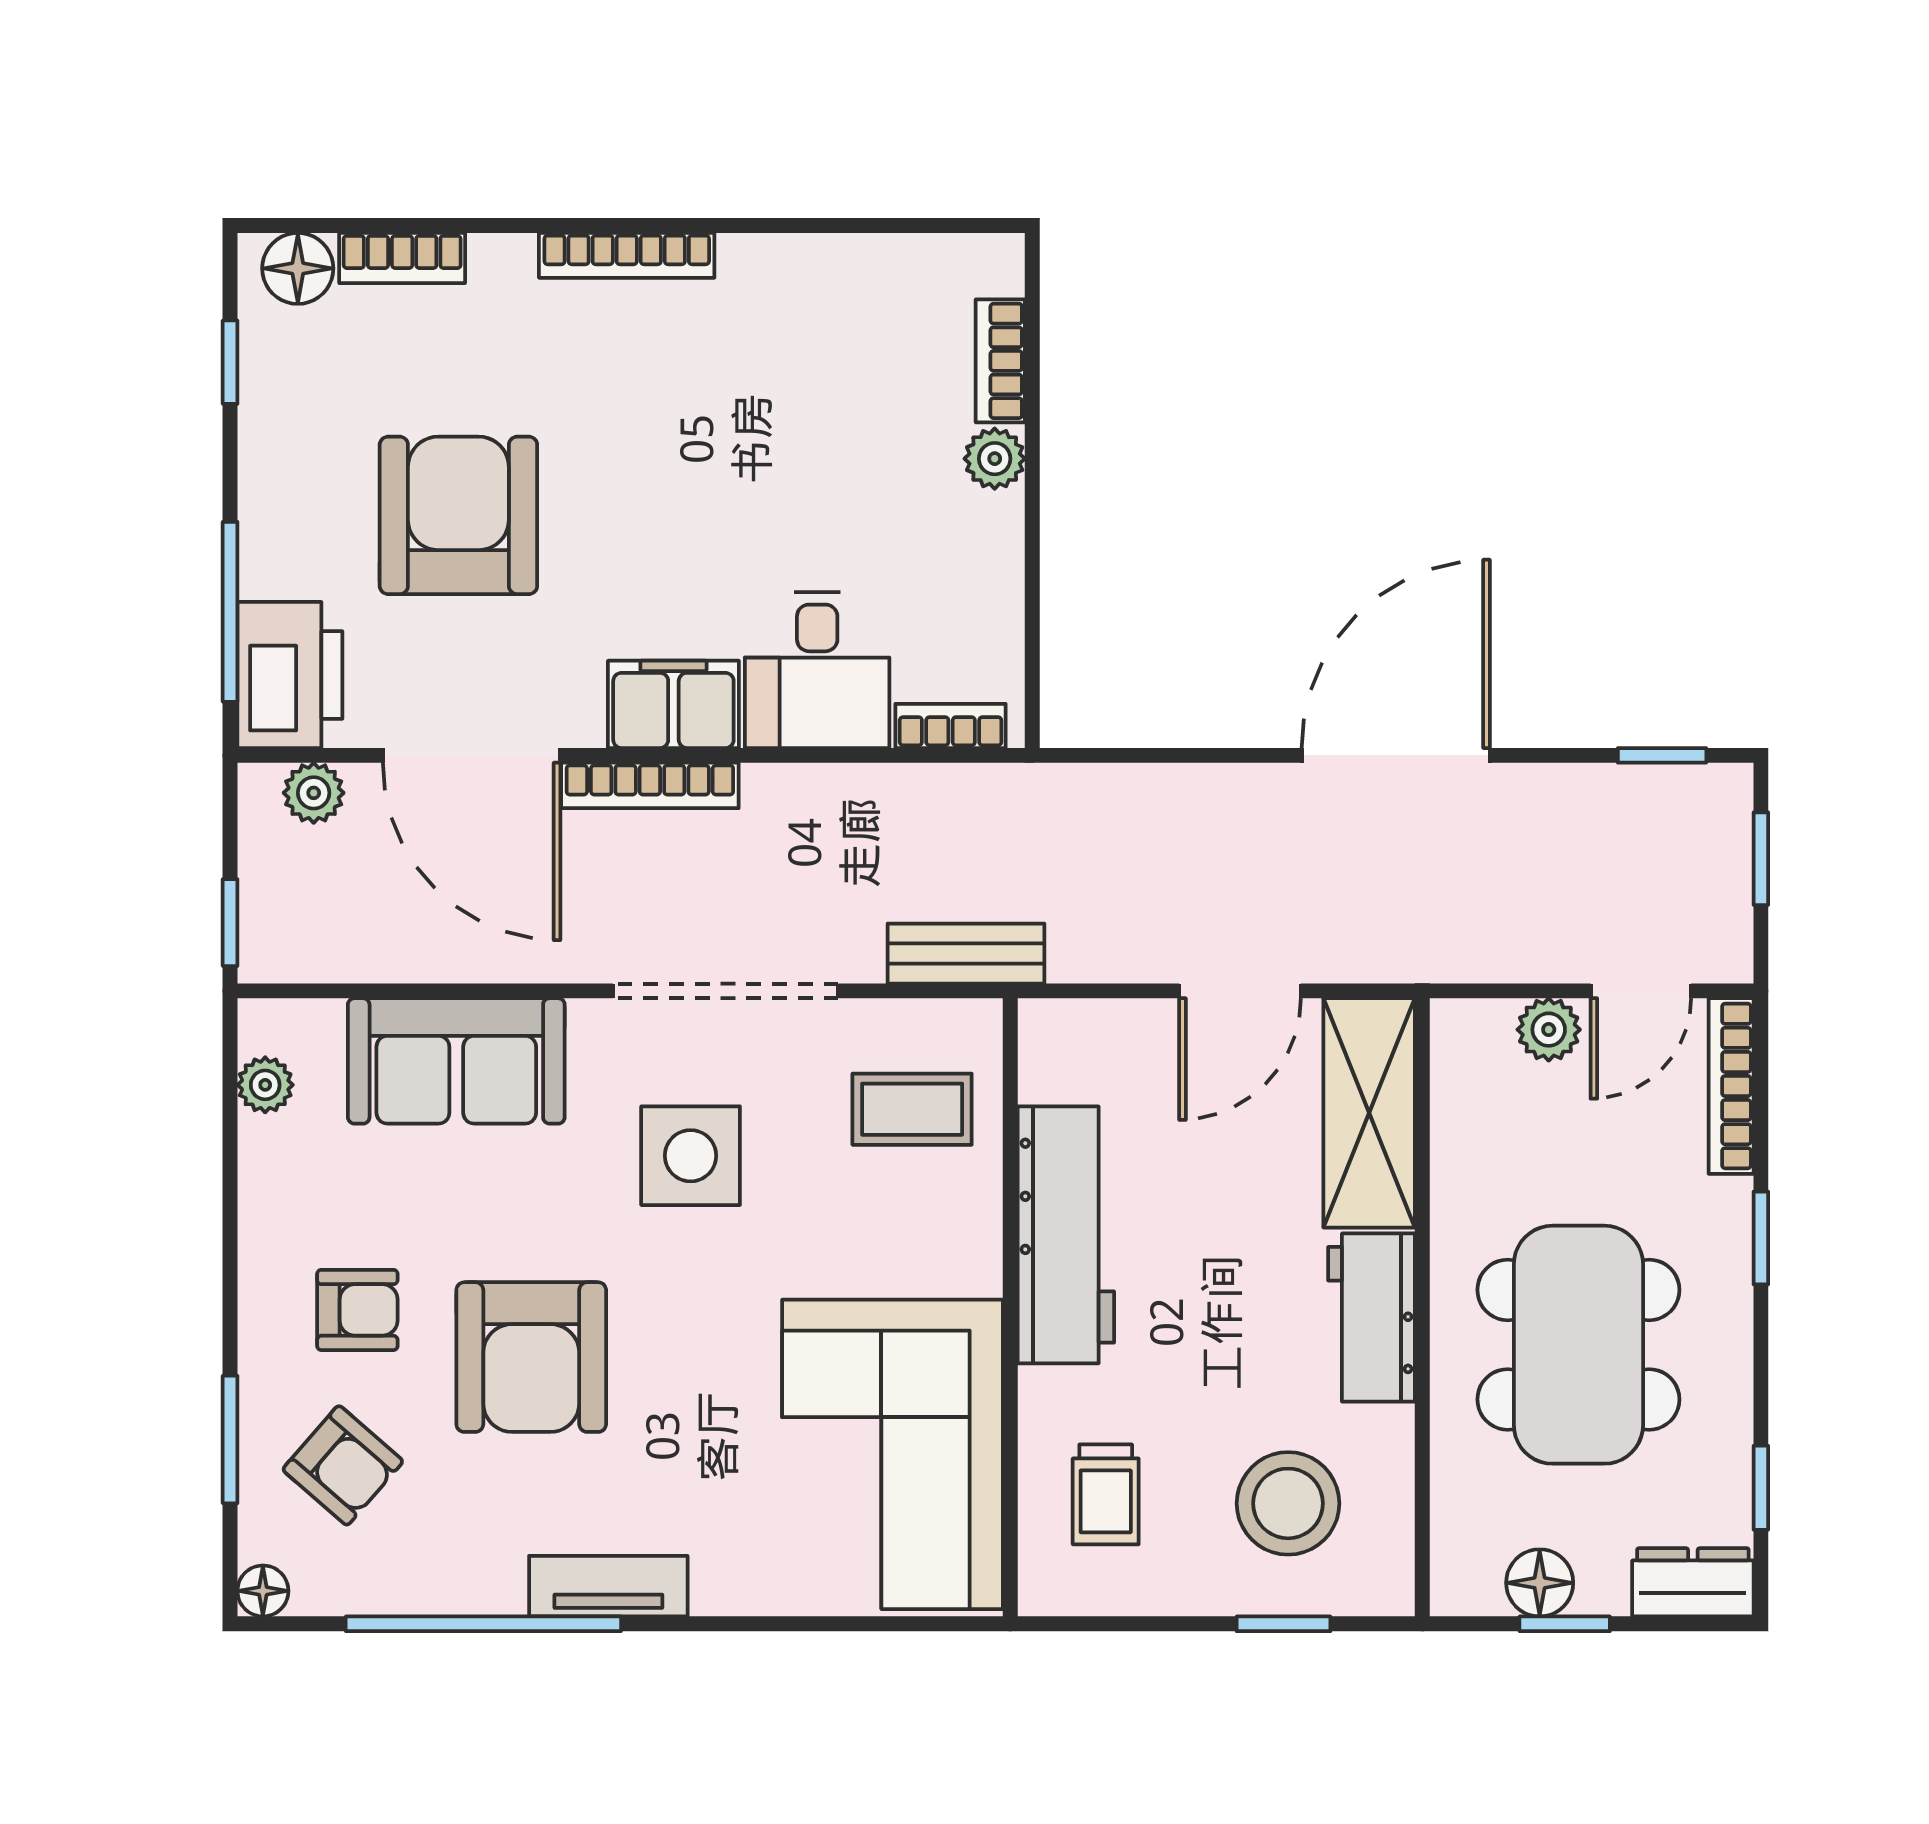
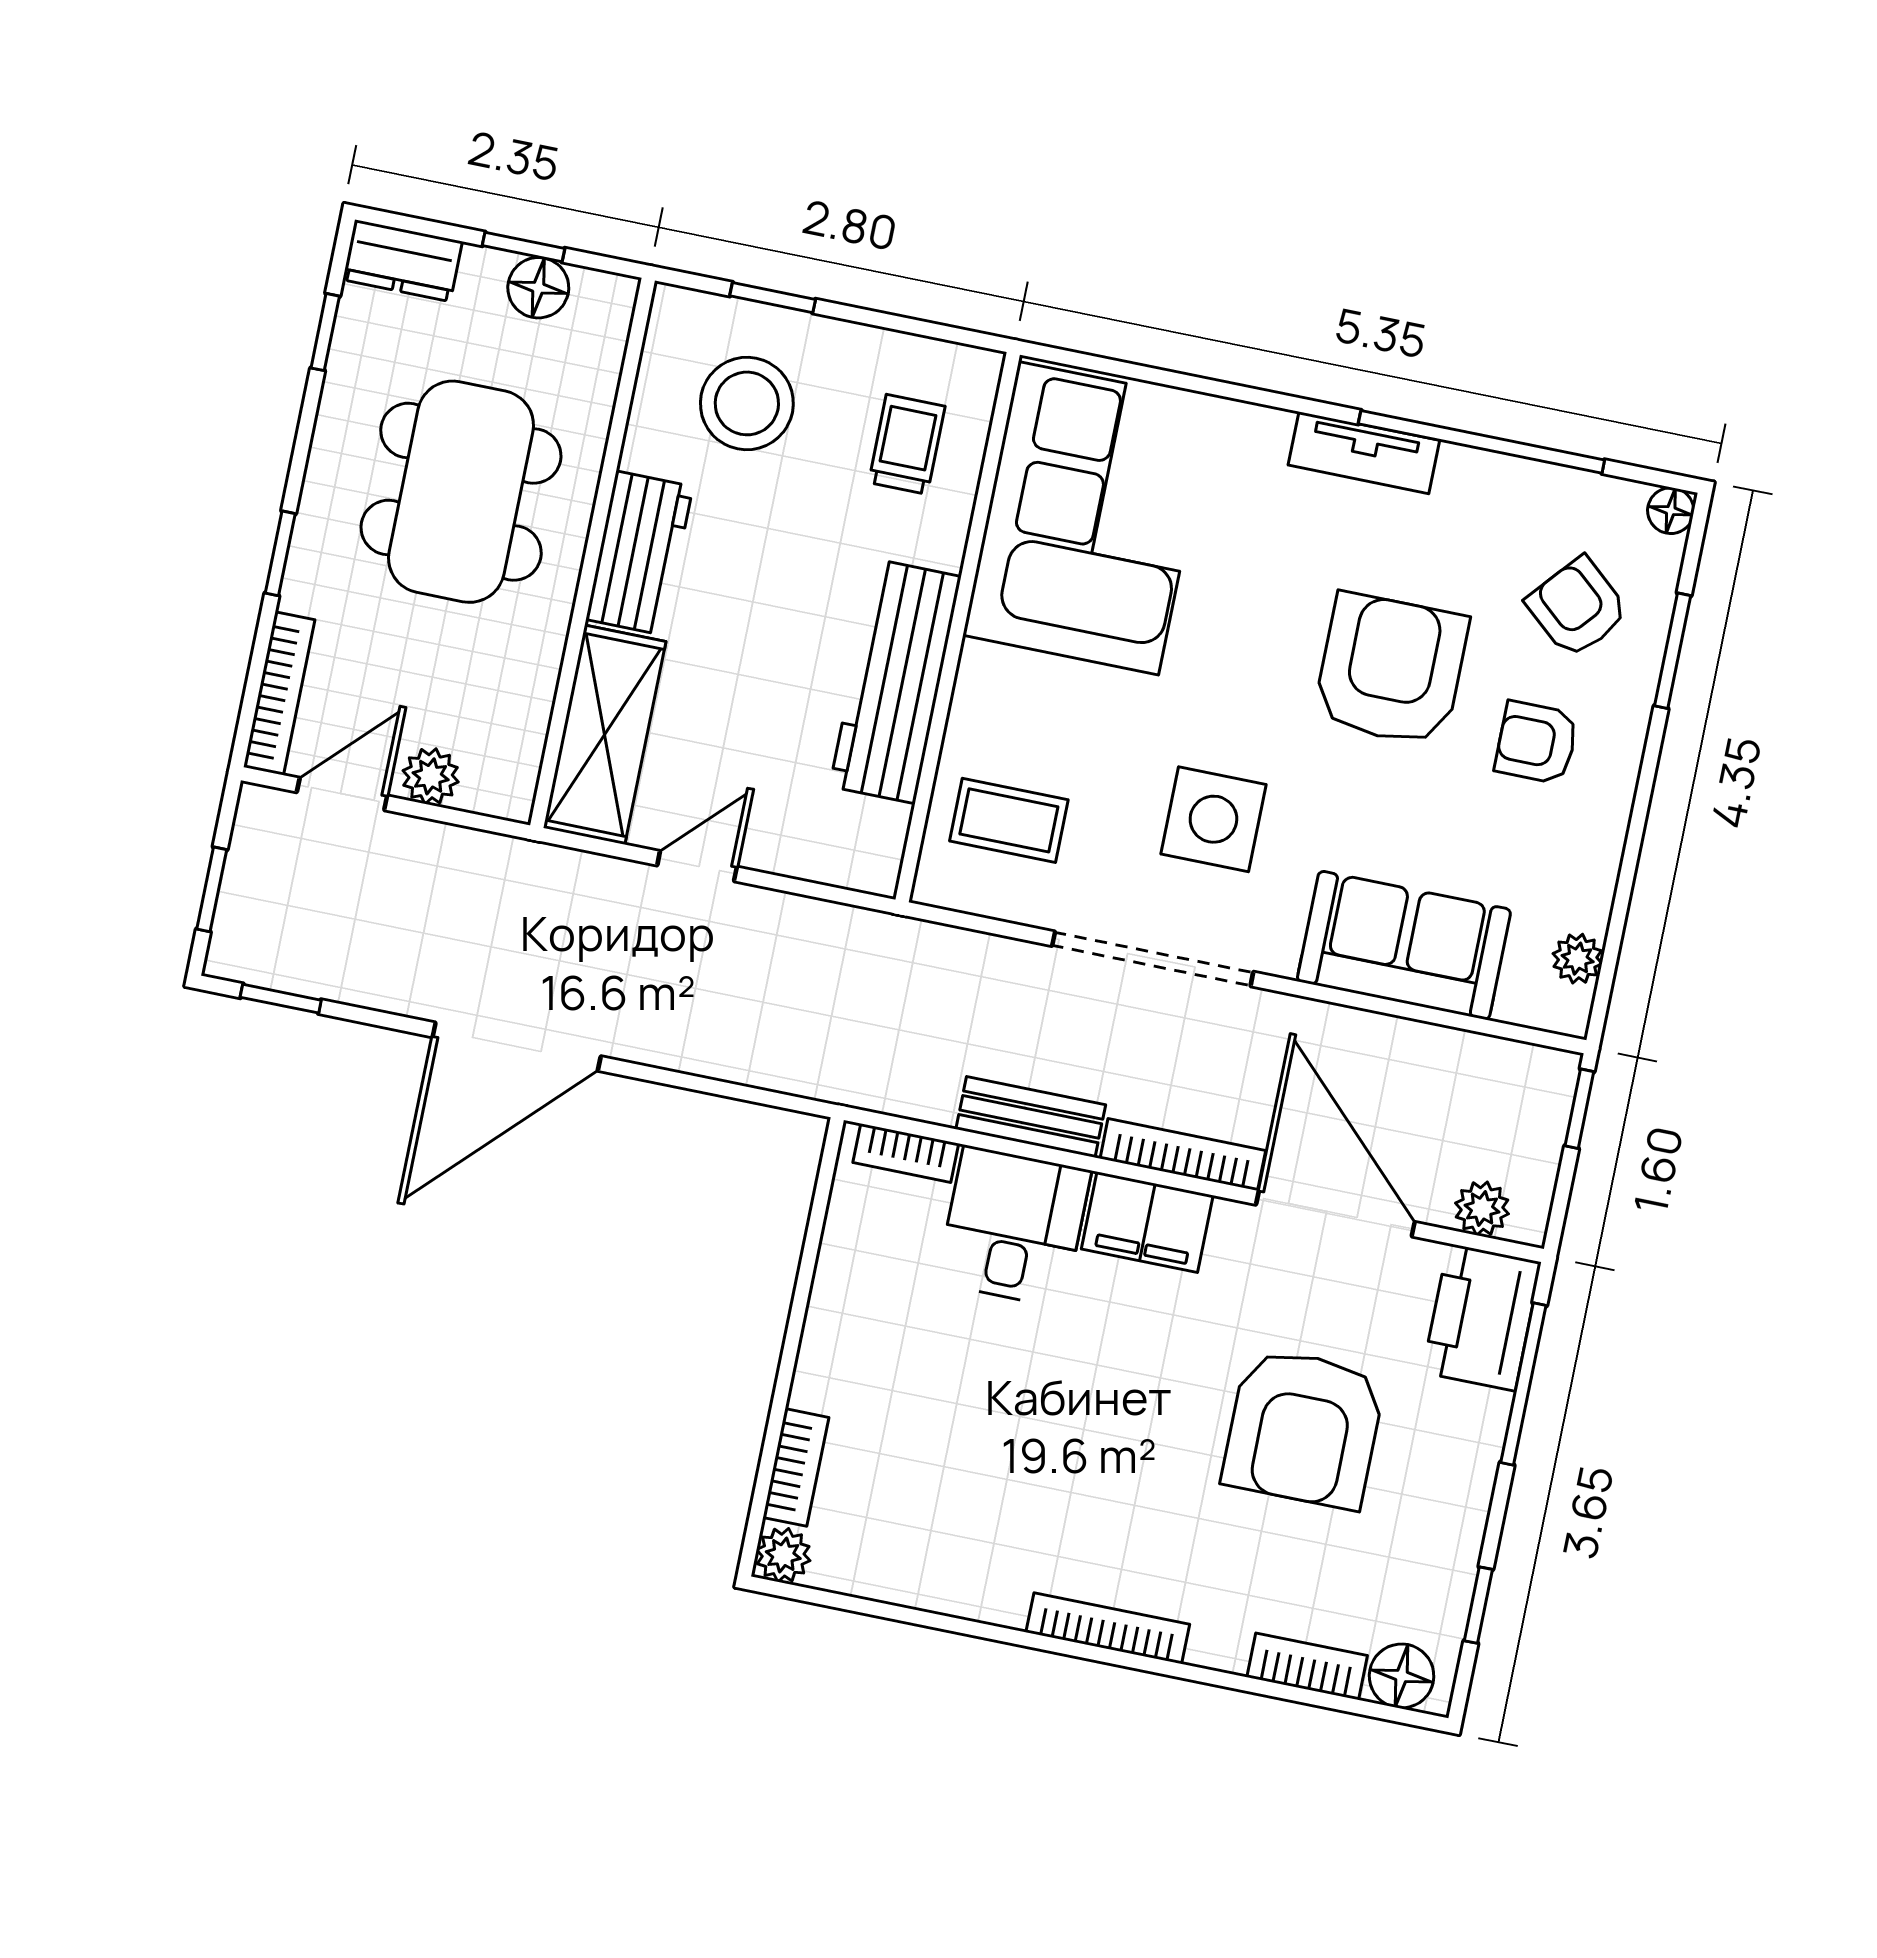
plant: (995, 459) -> (783, 1555), moved
bench: (966, 954) -> (1031, 1117), moved
door: (1240, 991) -> (697, 866), width x0.73

